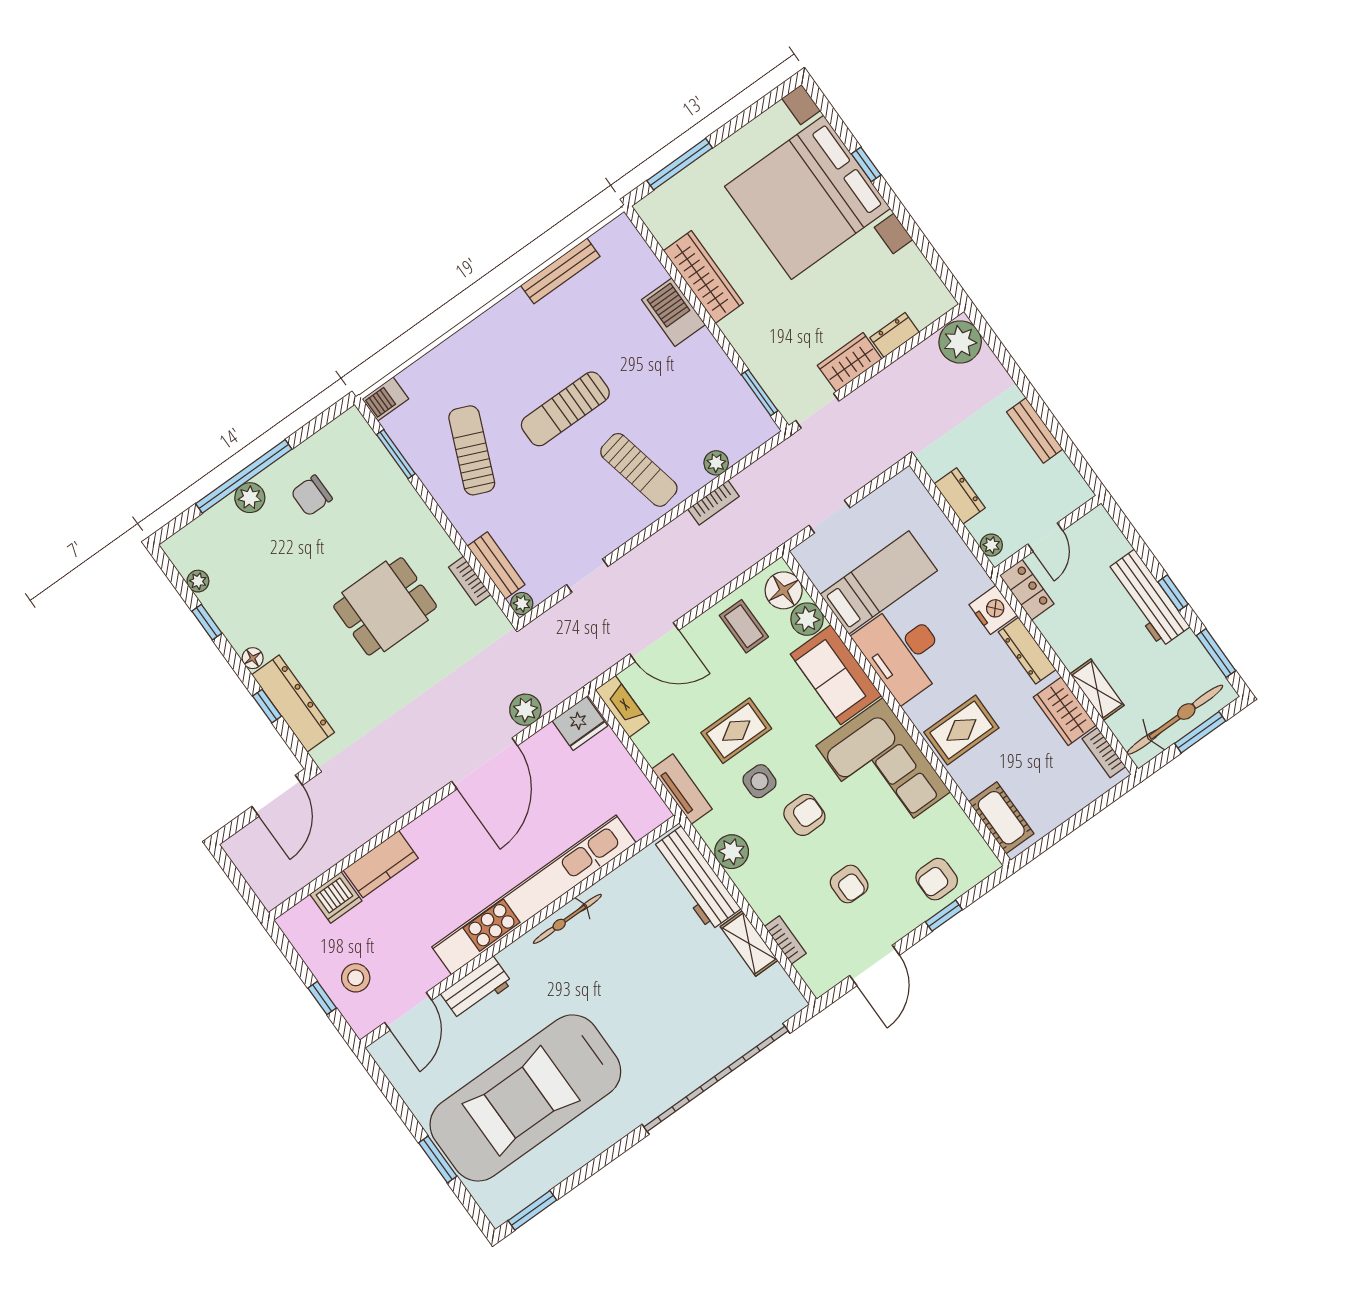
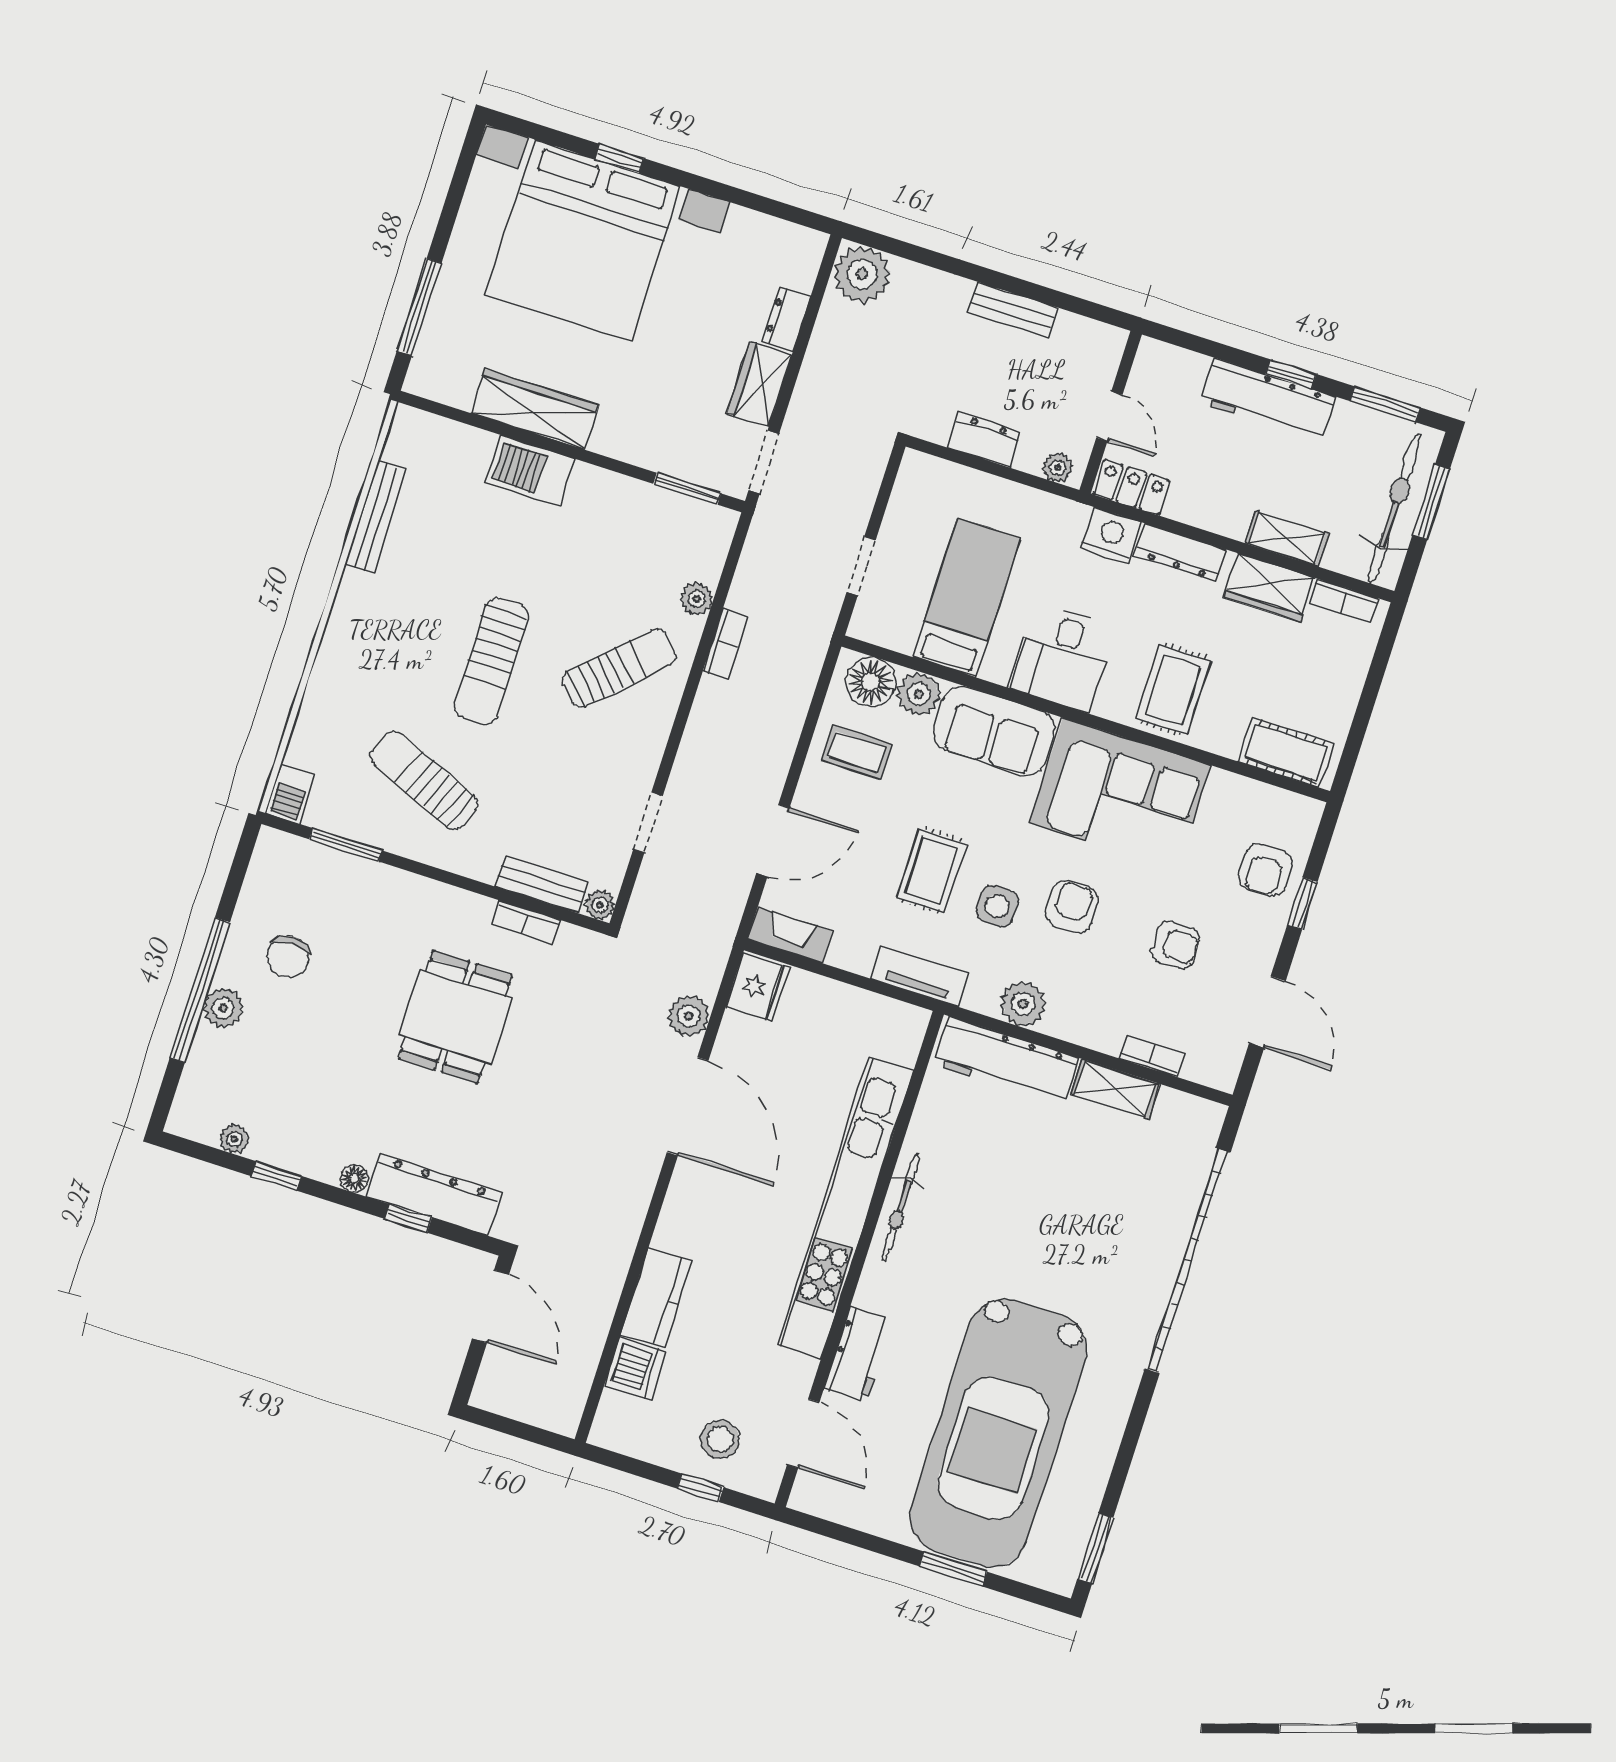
sun lounger: (639, 470) -> (619, 668), turned -32
desk: (903, 652) -> (1063, 657), width x0.73

